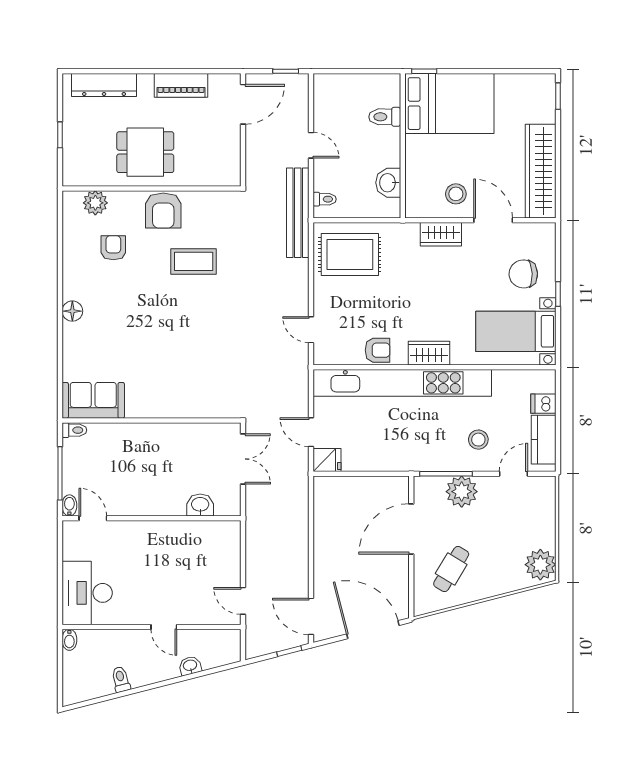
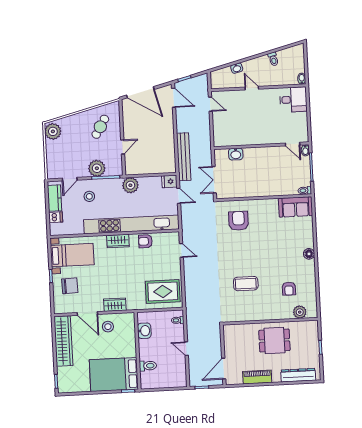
armchair: (163, 211) -> (238, 221), moved
bench: (298, 213) -> (184, 157), moved
plant: (400, 457) -> (130, 185), added
door: (411, 529) -> (123, 147), width x0.53
desk: (87, 593) -> (293, 100), width x0.73

